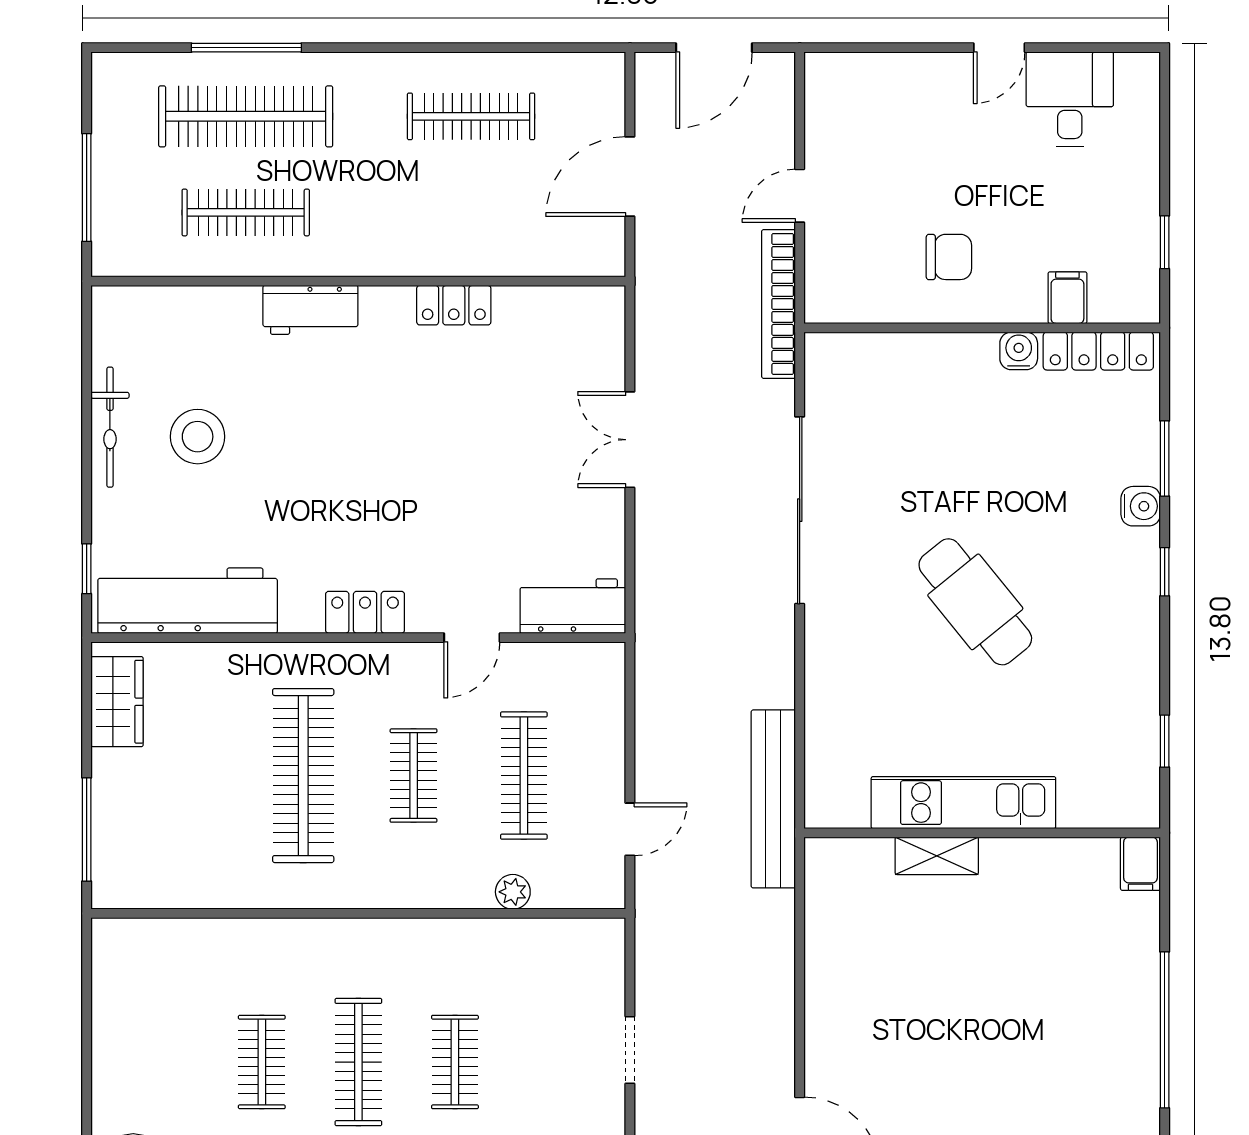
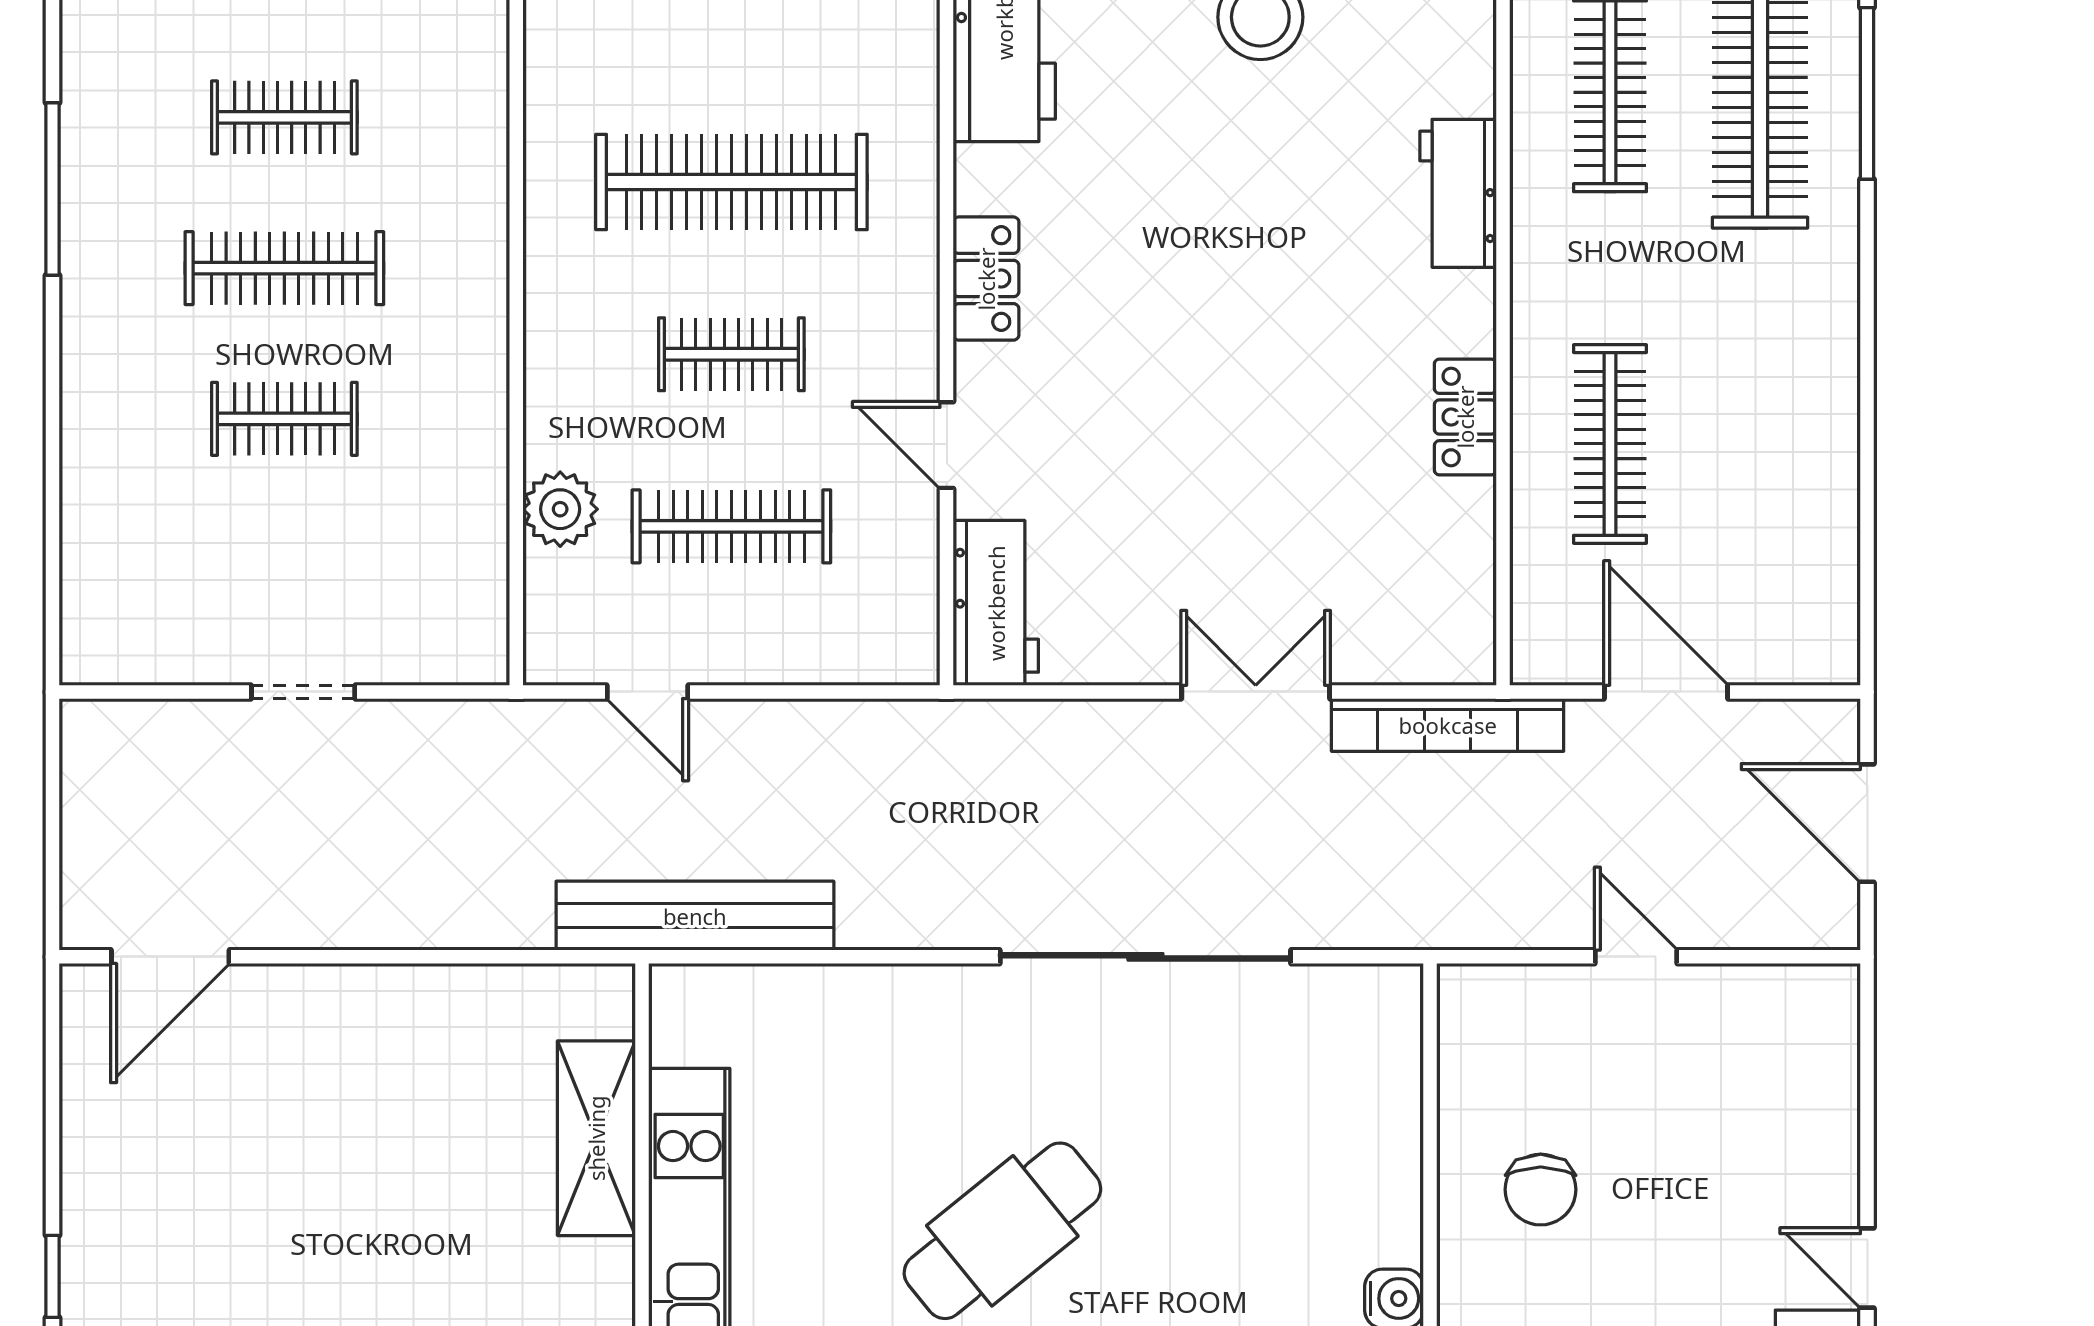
clothes rail: (471, 116) -> (1610, 444), moved
bookcase: (779, 304) -> (1448, 725), moved, turned 180
shelving: (937, 856) -> (596, 1138), width x1.50, depth x1.33
plant: (513, 892) -> (560, 509), width x1.38, depth x1.38

